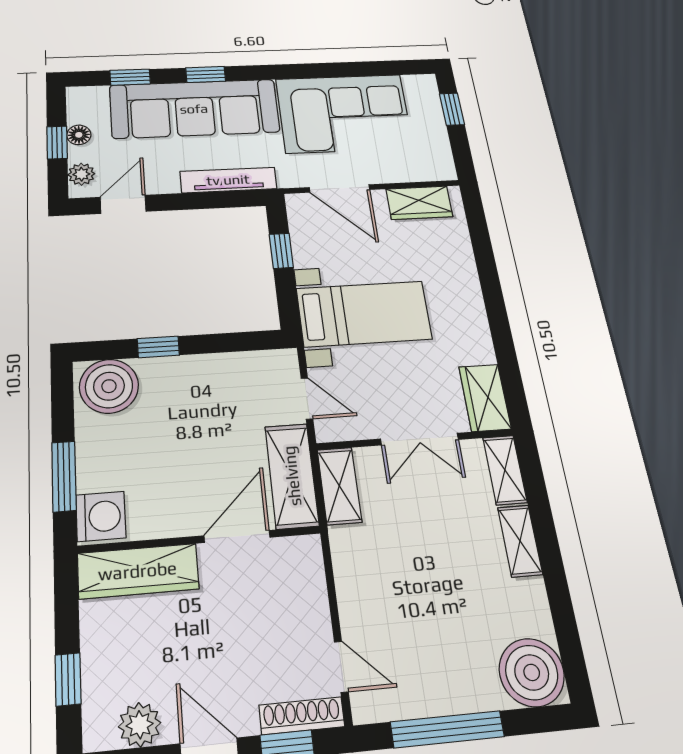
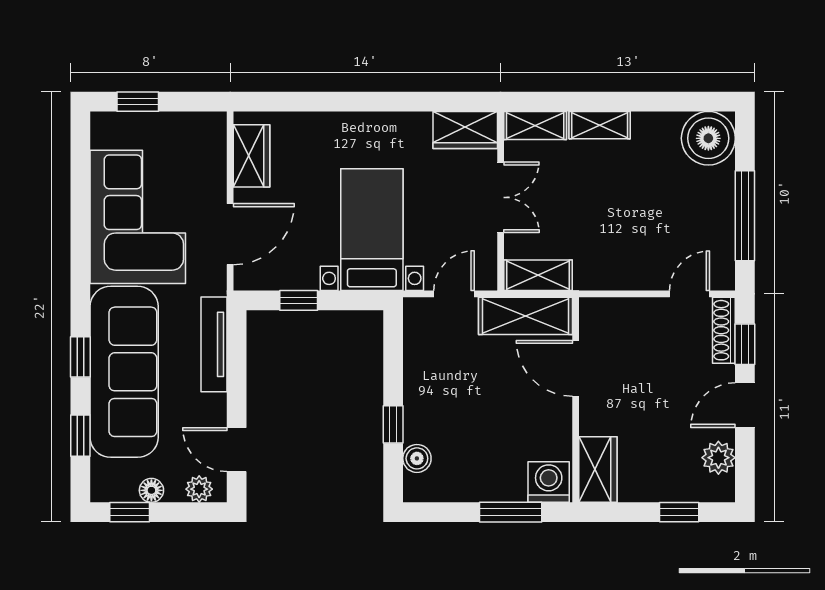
window: (57, 142) -> (130, 512), moved
boiler: (109, 386) -> (417, 458), width x0.54, depth x0.54
wardrobe: (138, 571) -> (598, 469), width x0.67

